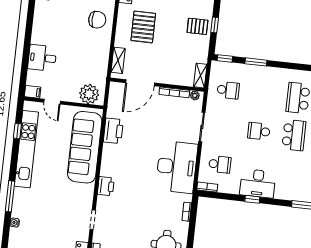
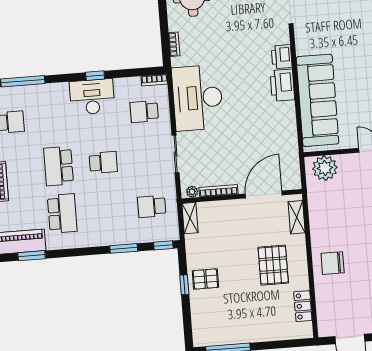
printer: (113, 131) -> (282, 85), moved

